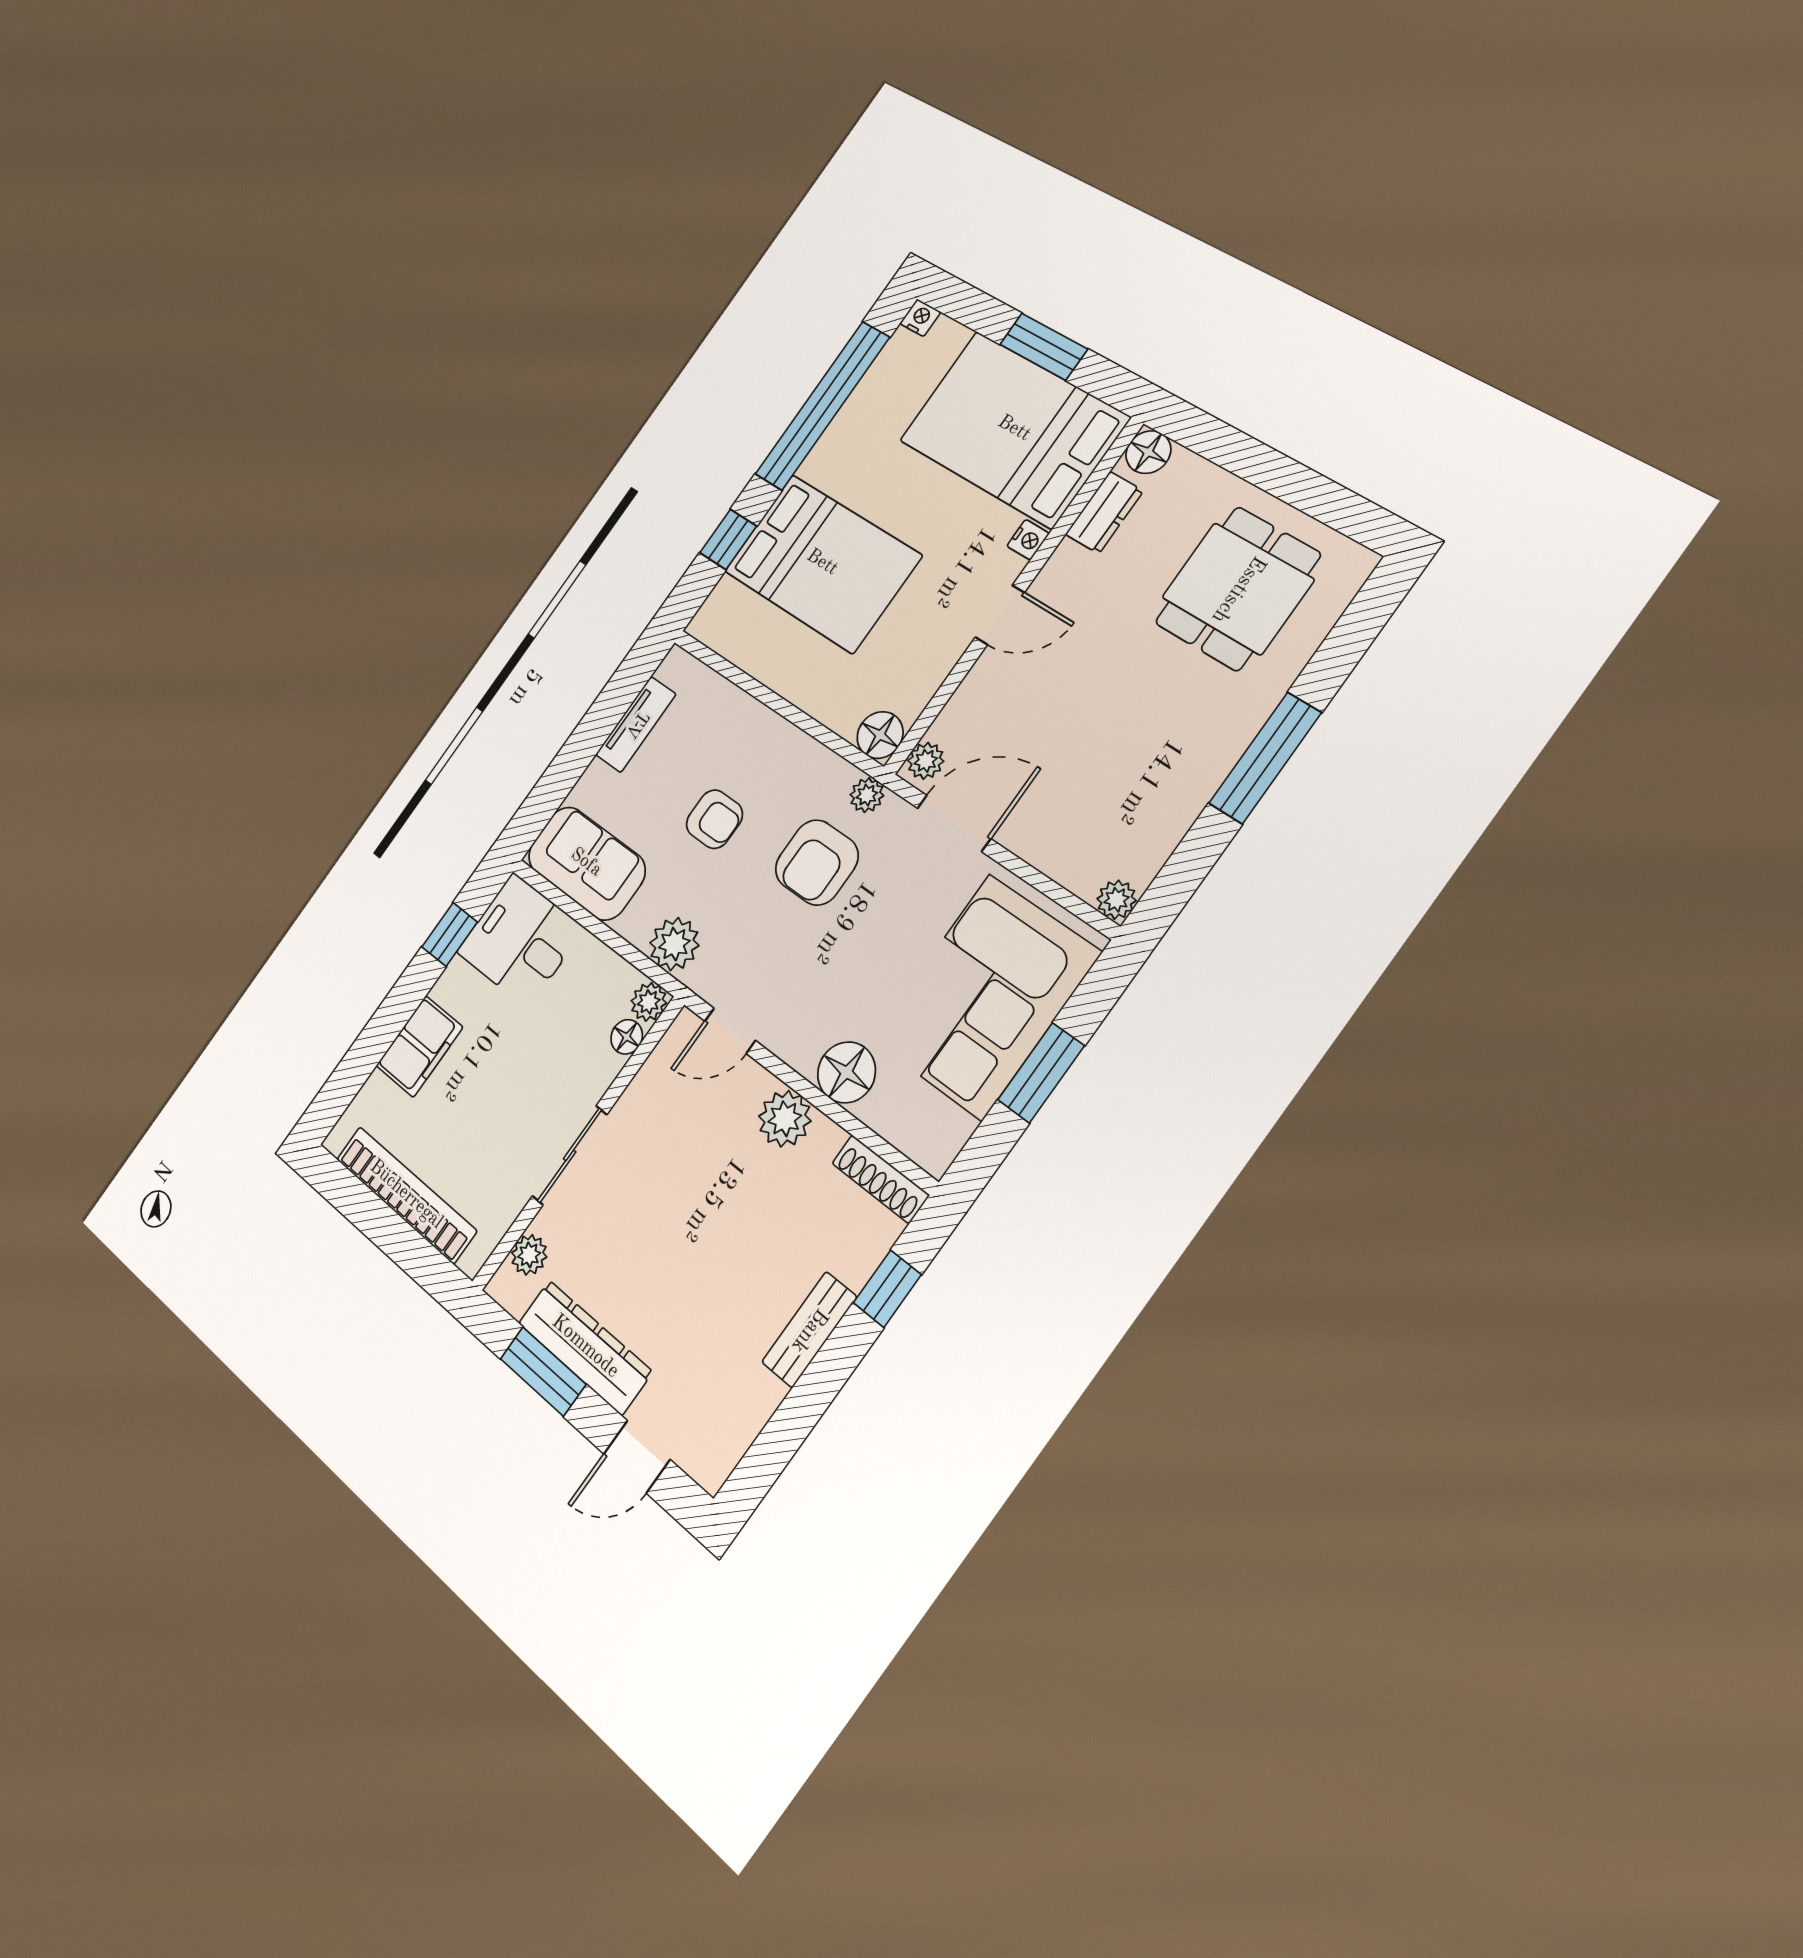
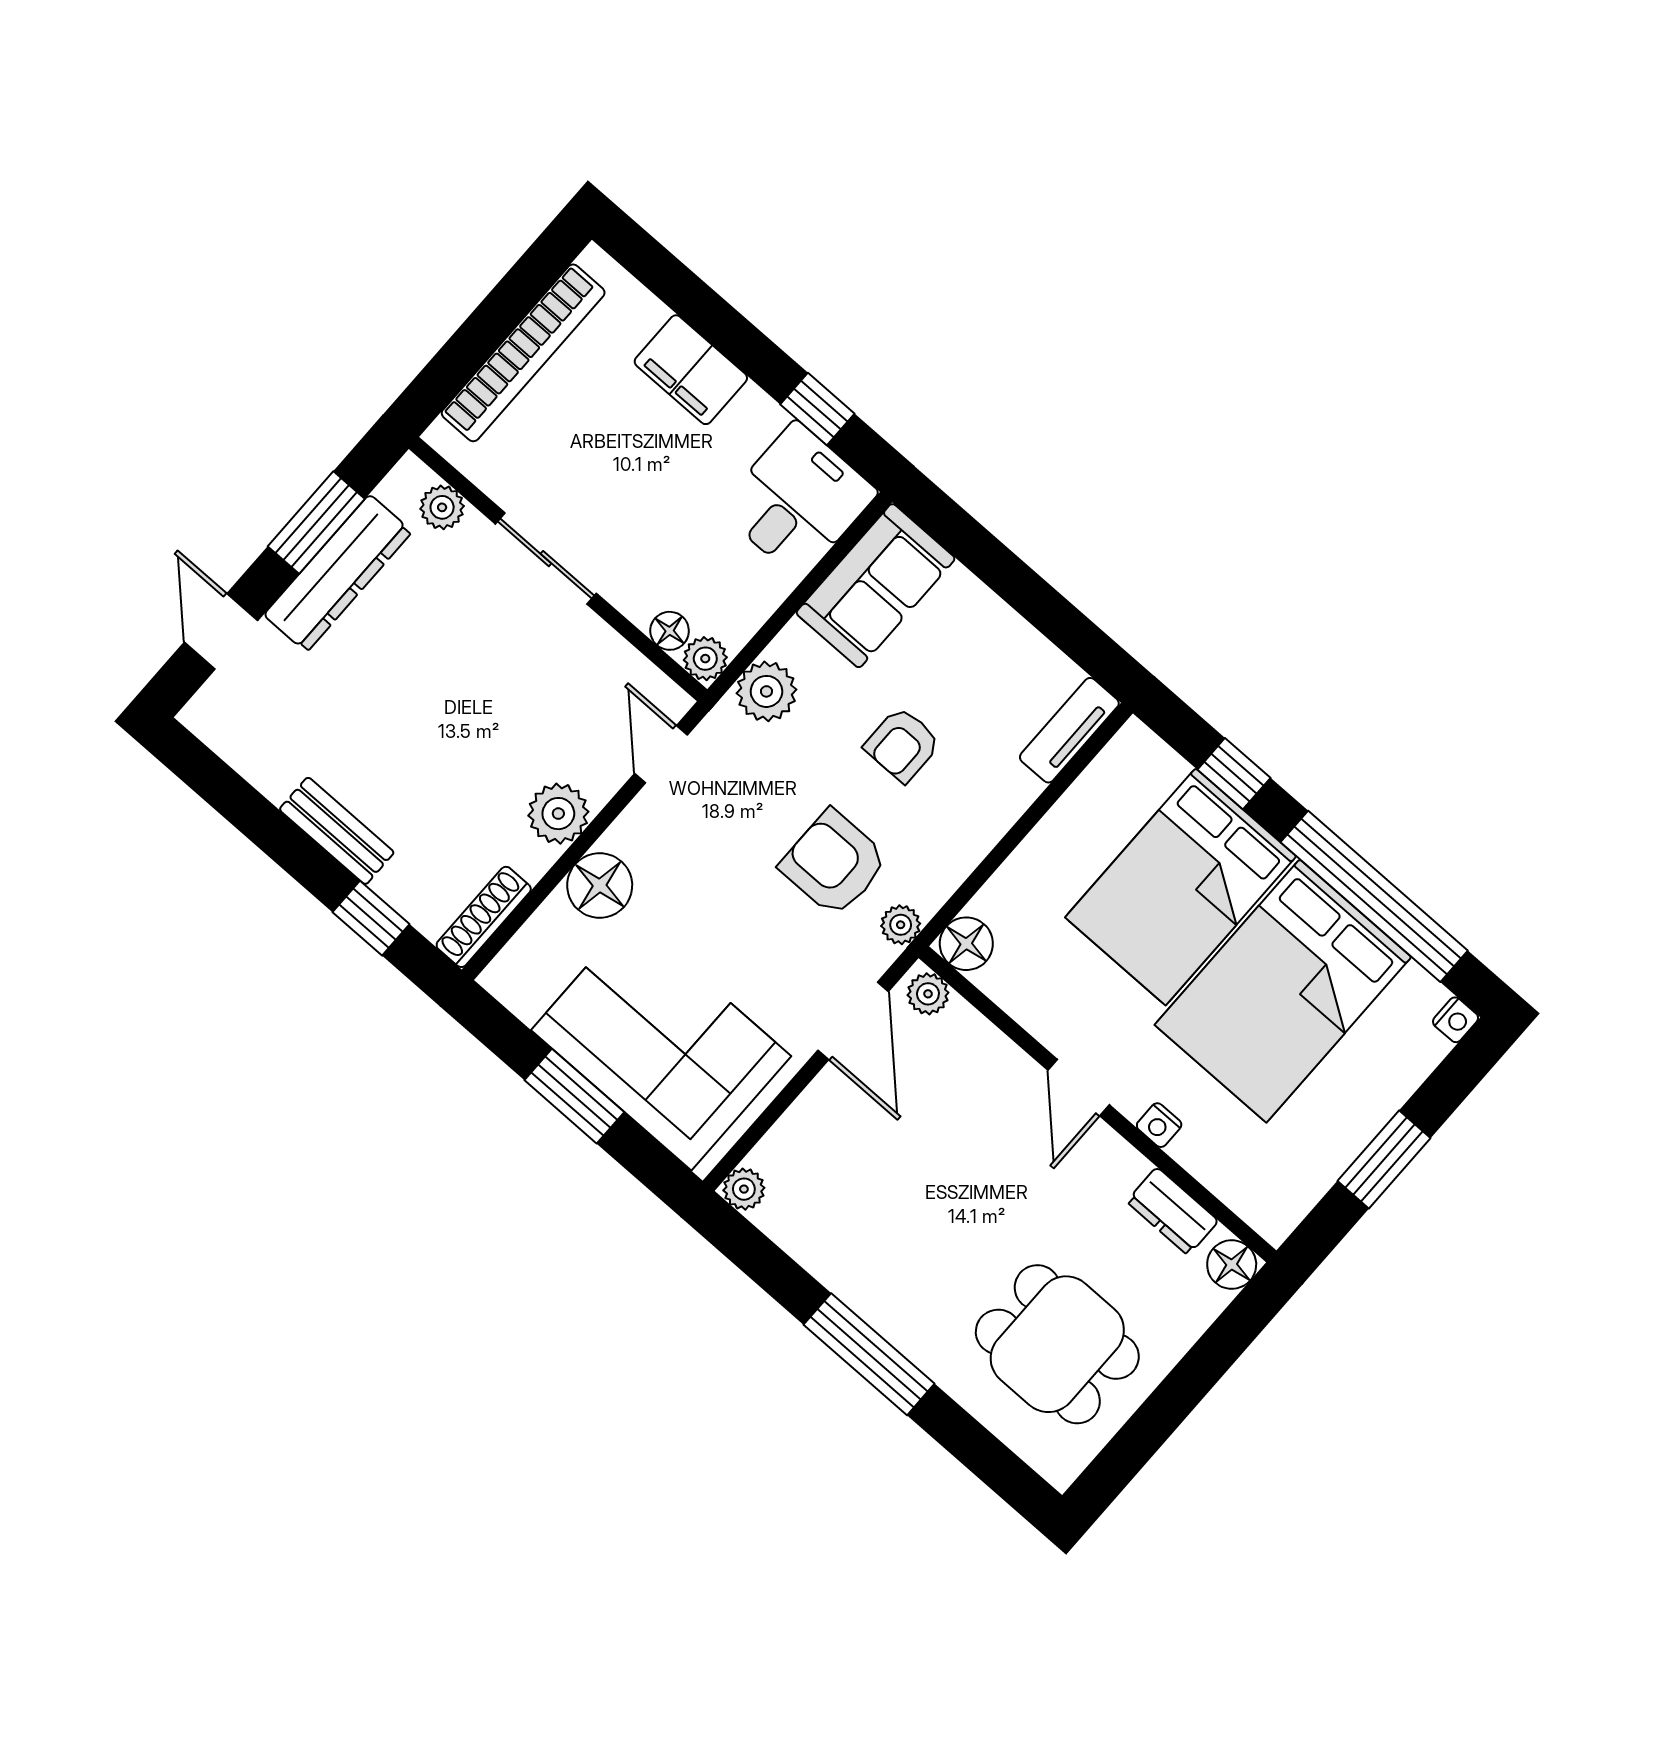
bed: (1014, 429) -> (1283, 991), moved, turned 180
tv unit: (636, 724) -> (1069, 730), moved, turned 90

